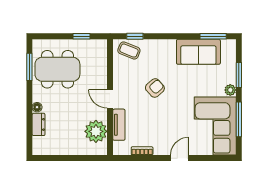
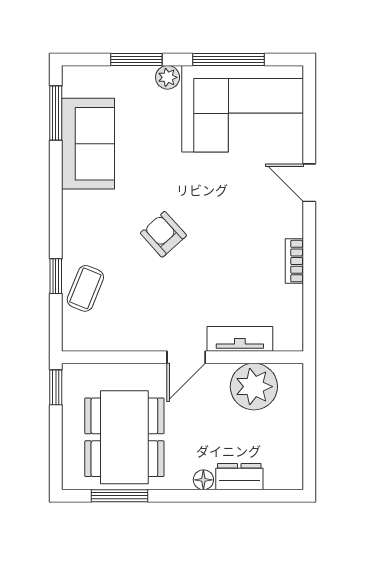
wall: (110, 97) -> (183, 357), moved
door: (110, 99) -> (186, 357), moved
tv unit: (119, 125) -> (240, 339), moved
plant: (96, 131) -> (254, 387), moved

